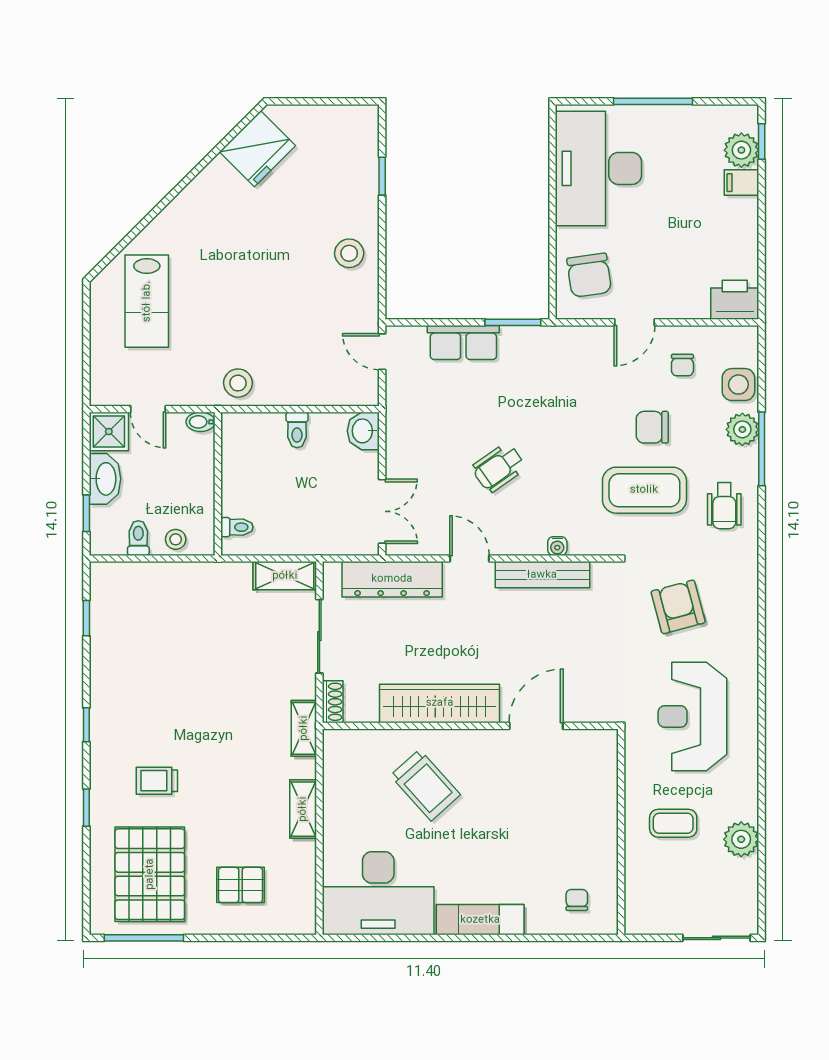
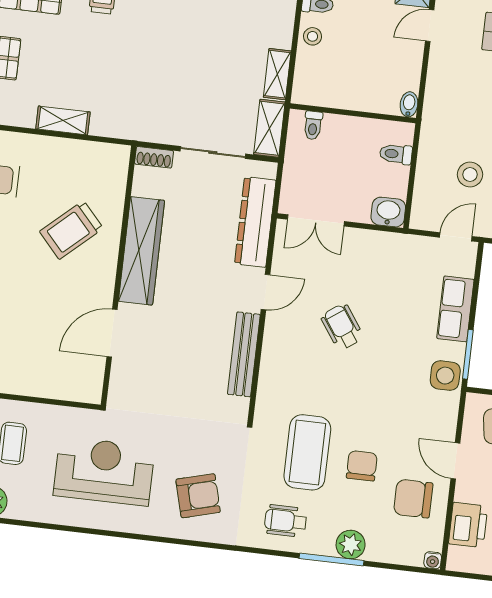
printer: (735, 300) -> (468, 525), moved
chair: (682, 365) -> (413, 499), width x1.87, depth x1.87
stool: (238, 383) -> (470, 174), moved
side table: (738, 385) -> (445, 376), moved
bidet: (201, 422) -> (409, 104), moved
wall: (218, 484) -> (353, 113), moved
toilet: (237, 527) -> (313, 125), moved
water cooler: (557, 546) -> (433, 560), moved, turned -90
armchair: (678, 607) -> (198, 496), moved
door: (536, 726) -> (112, 333), swing flipped
shelving: (304, 728) -> (277, 74), moved, turned 90

